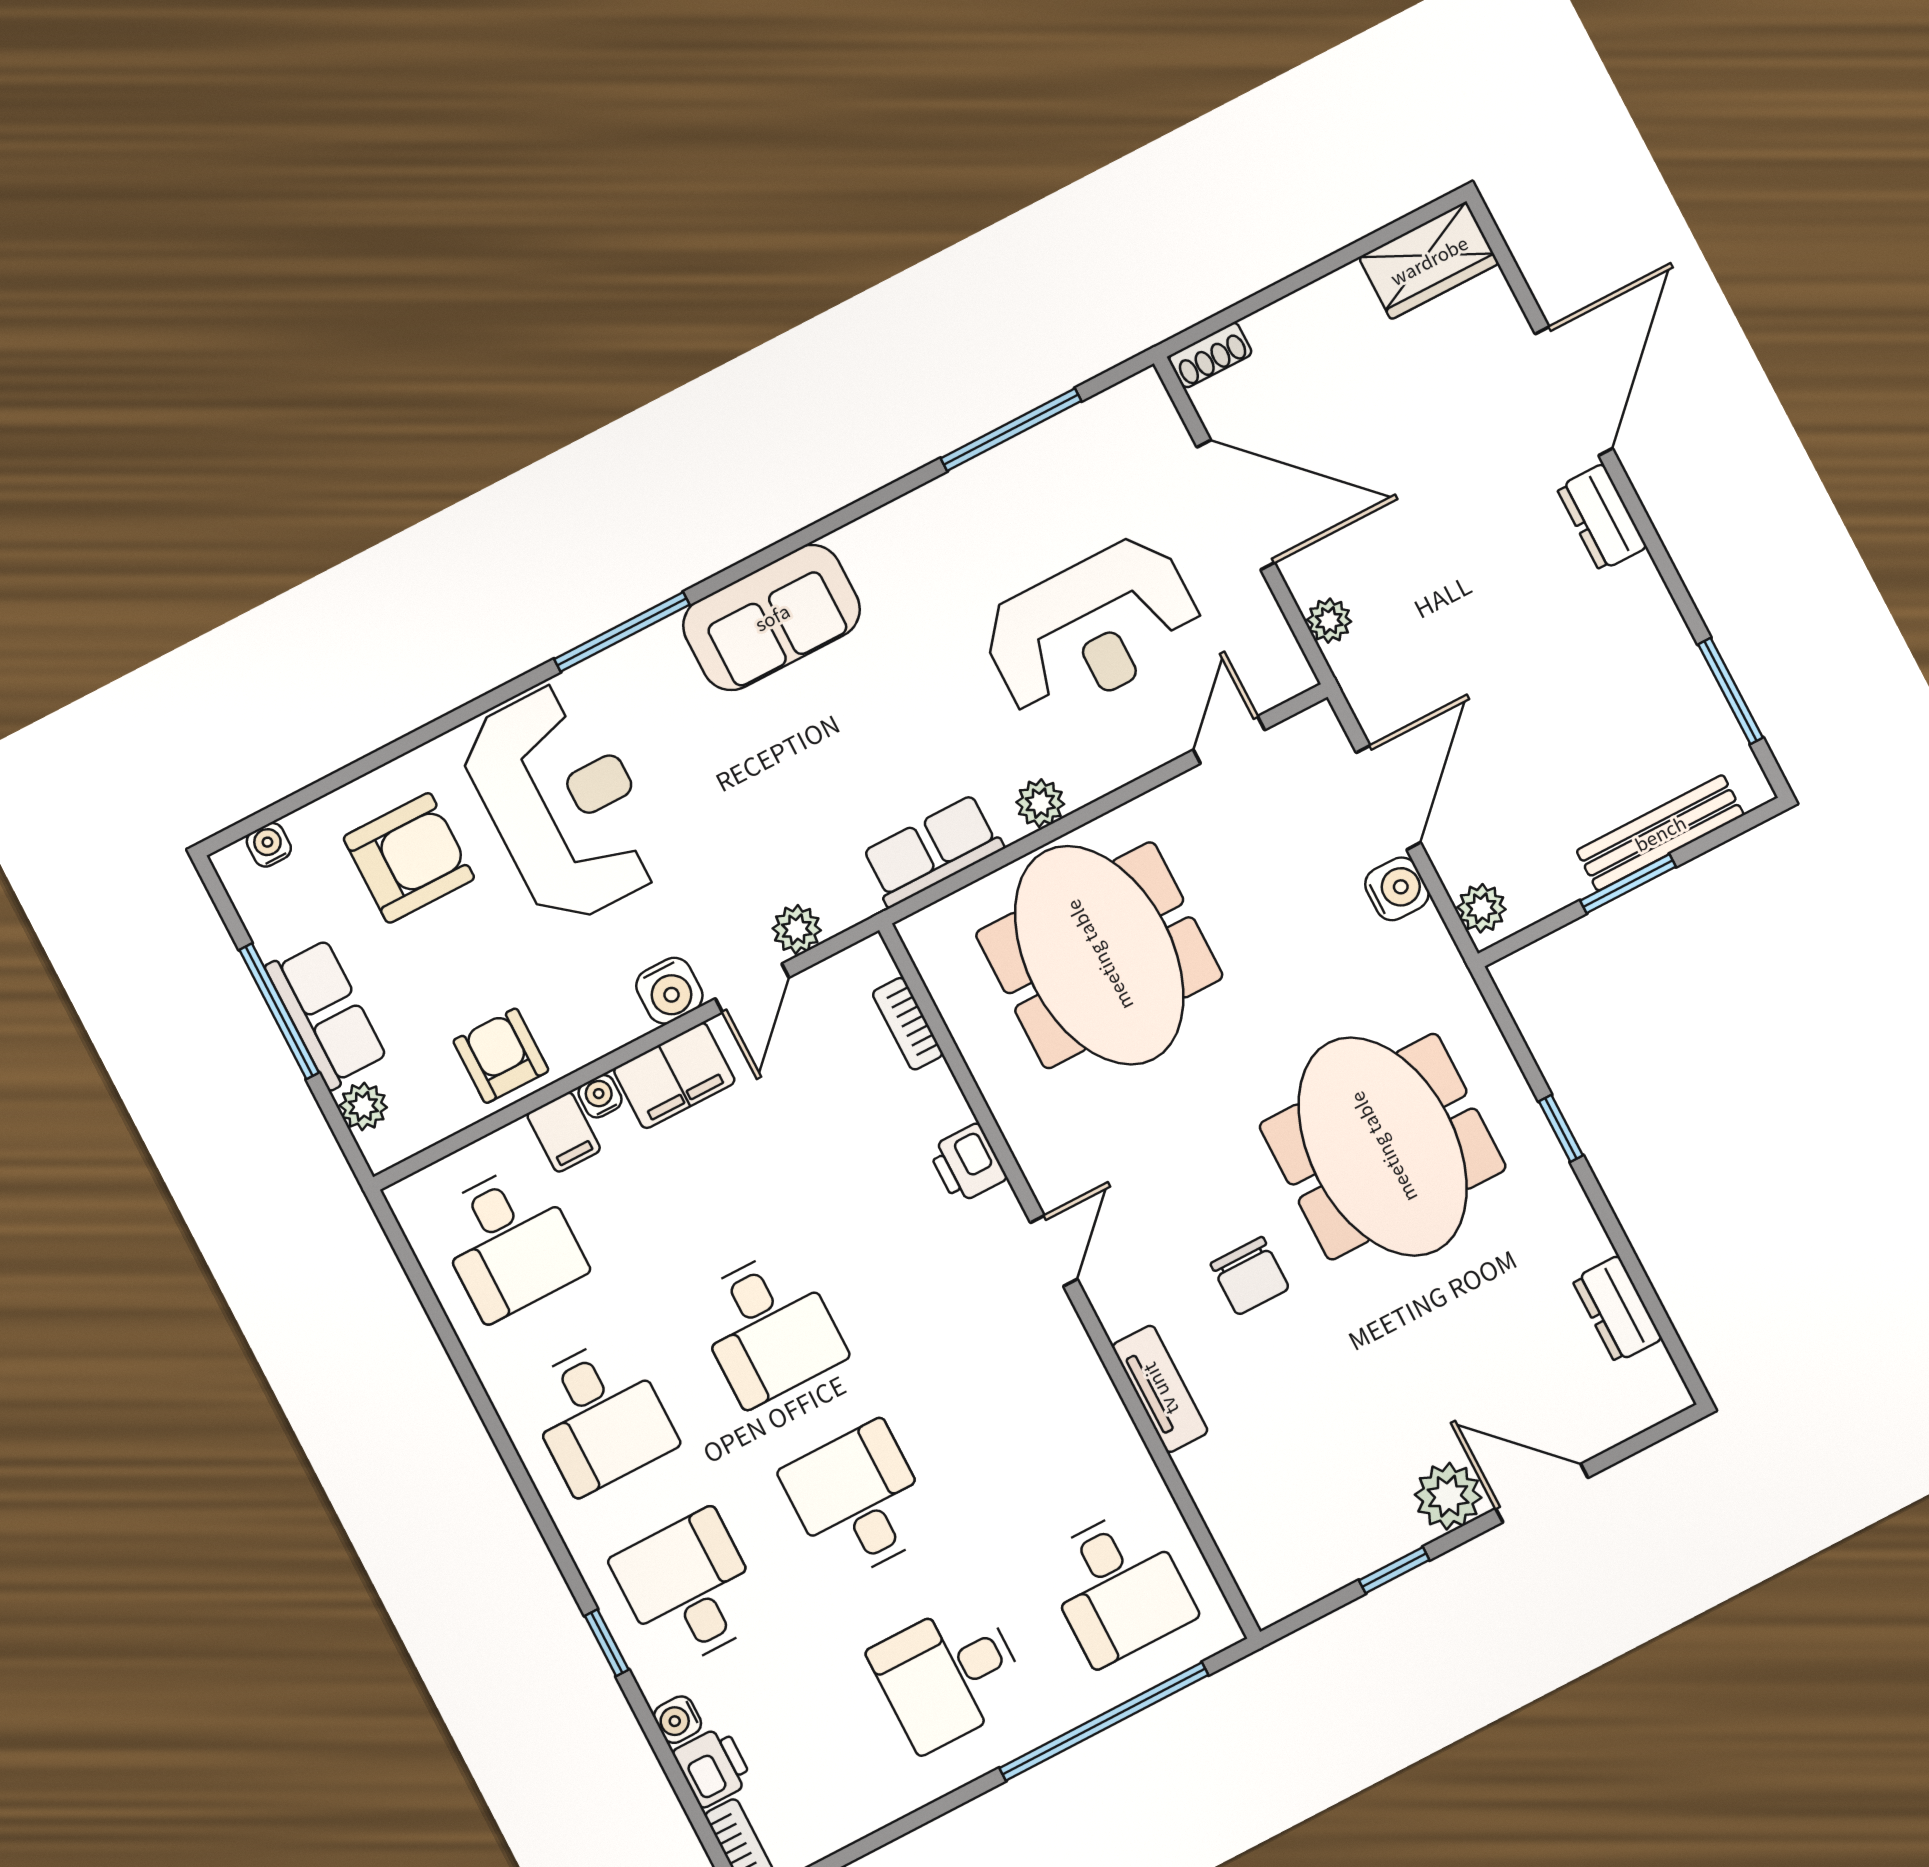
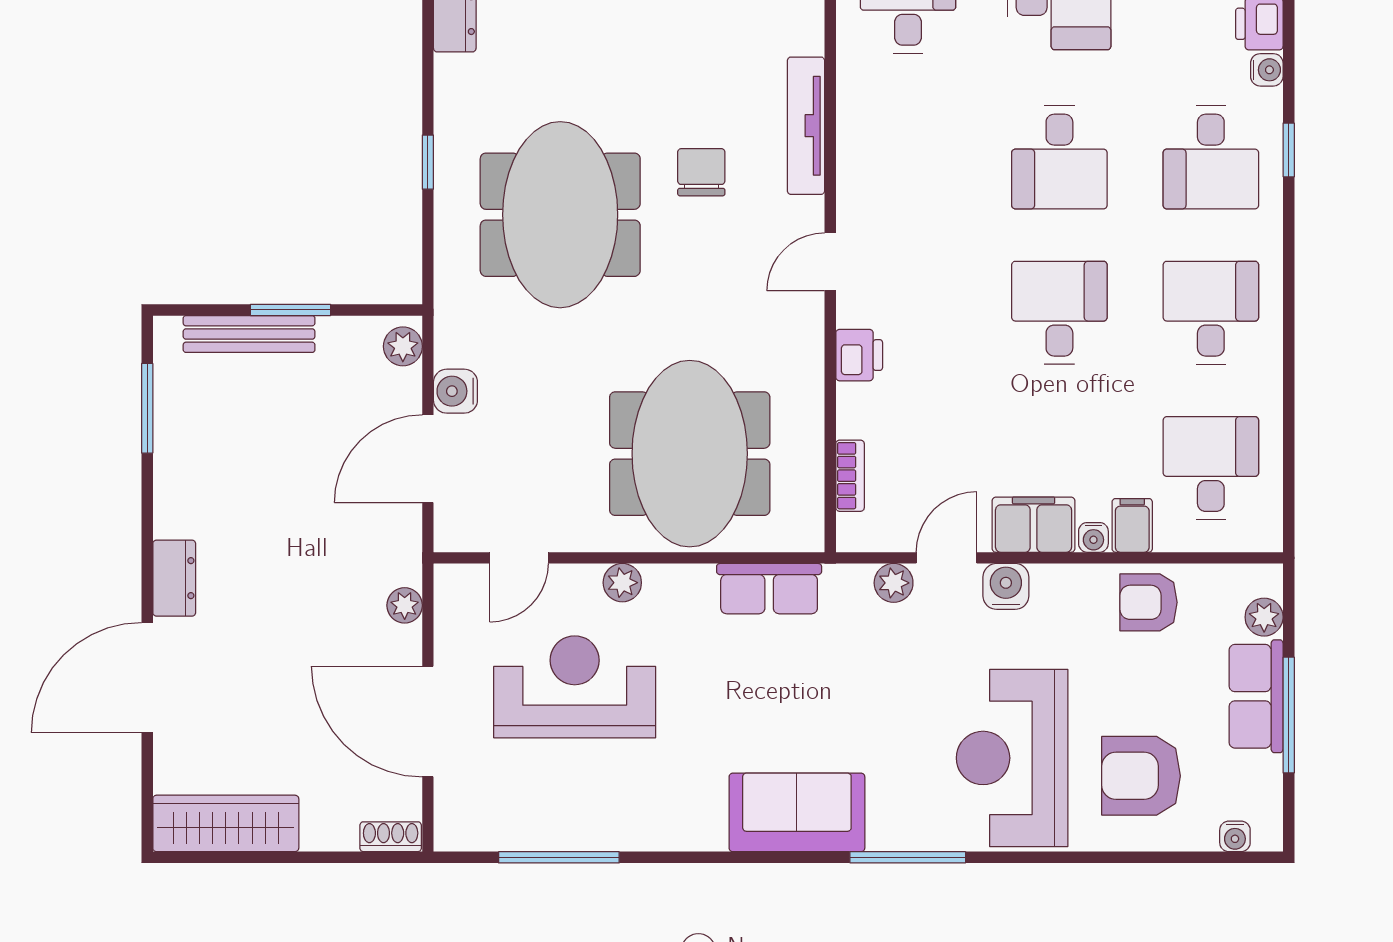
wardrobe: (1429, 260) -> (226, 823), width x1.50
plant: (1040, 803) -> (622, 583), moved
armchair: (501, 1056) -> (1149, 602), turned 90
tv unit: (1160, 1389) -> (806, 126), width x1.41

